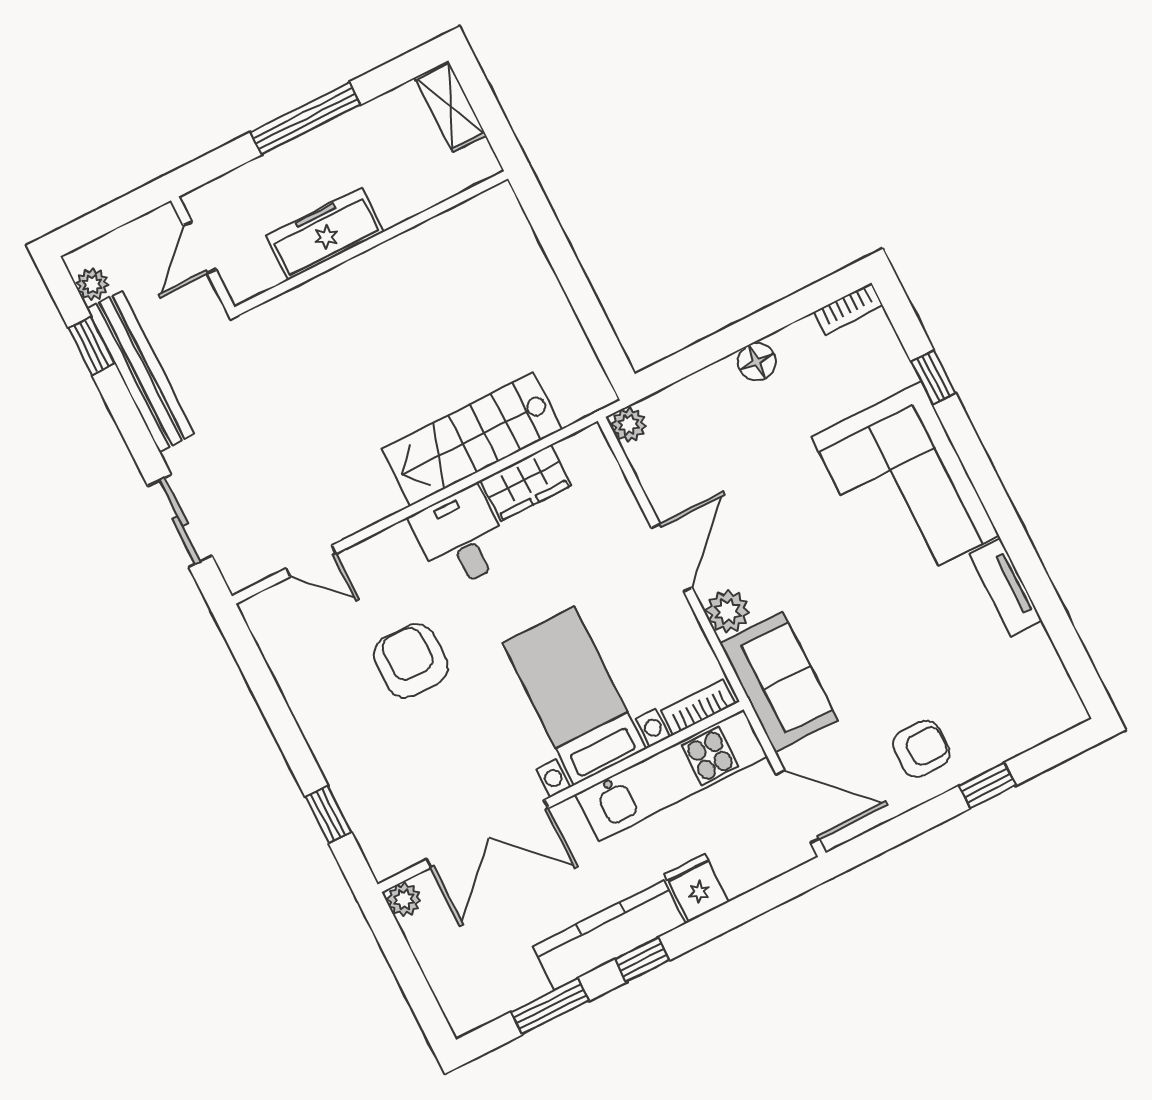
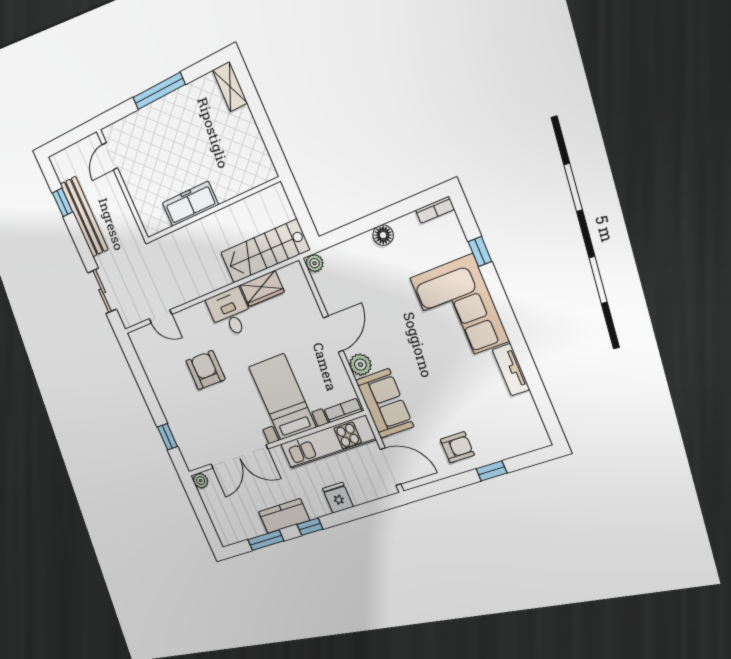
freezer: (325, 234) -> (190, 204), moved
wall: (371, 243) -> (213, 210), moved
plant: (92, 284) -> (62, 172), removed
stairs: (472, 439) -> (265, 251), moved
kitchen counter: (609, 935) -> (284, 516), width x0.67

